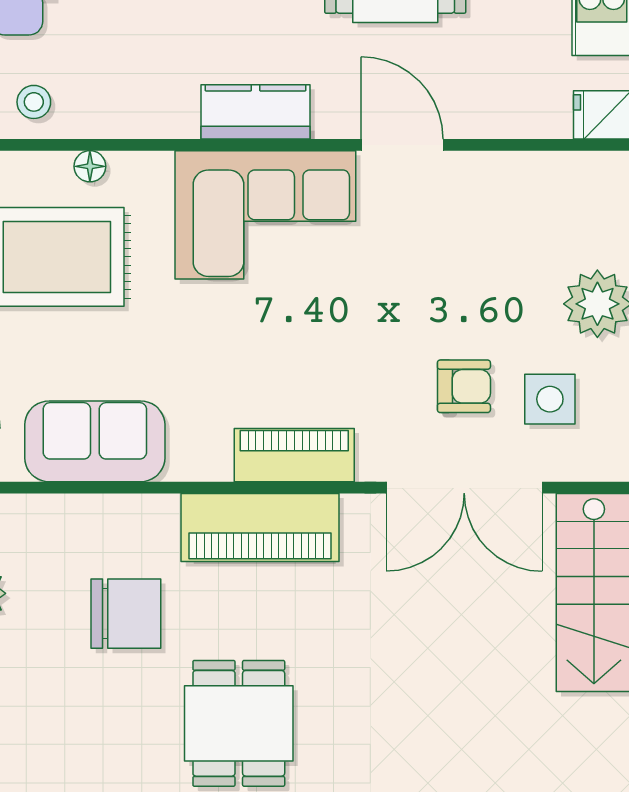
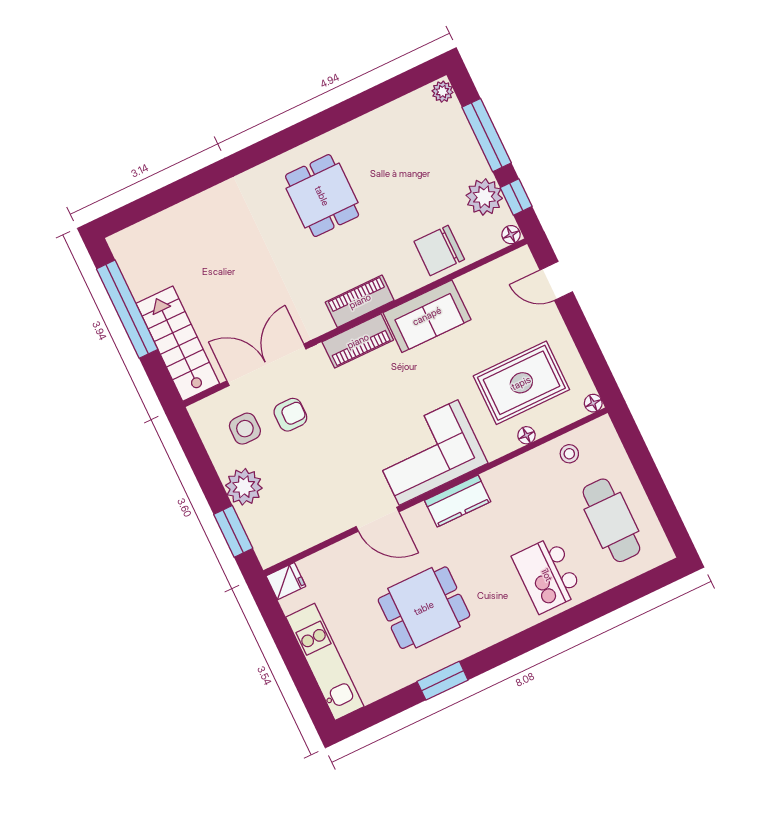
armchair: (464, 386) -> (290, 415), turned 180
sofa: (95, 441) -> (427, 316), moved
piano: (260, 527) -> (360, 301), width x0.73, depth x0.75
chair: (126, 614) -> (439, 250), moved

